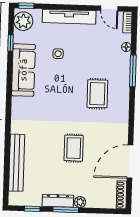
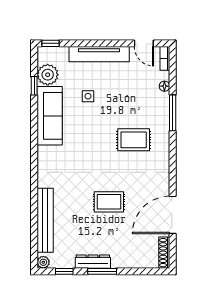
plant: (23, 21) -> (48, 75), moved
rug: (97, 94) -> (134, 140), turned 90
rug: (74, 148) -> (109, 202), turned 90
plant: (80, 202) -> (43, 262), moved

